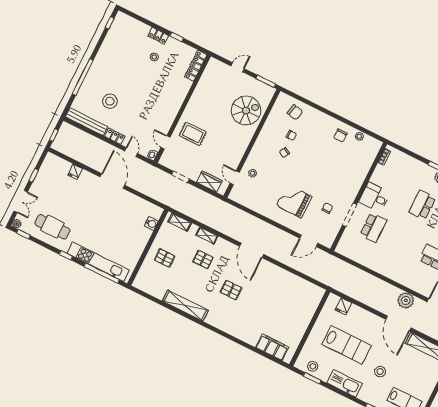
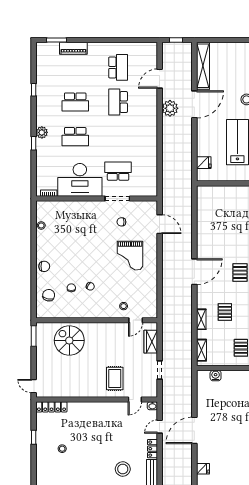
locker: (158, 36) -> (41, 455), removed
door: (238, 67) -> (34, 386), moved
chair: (340, 136) -> (44, 266), moved
desk: (375, 197) -> (80, 180), width x1.87, depth x1.30

